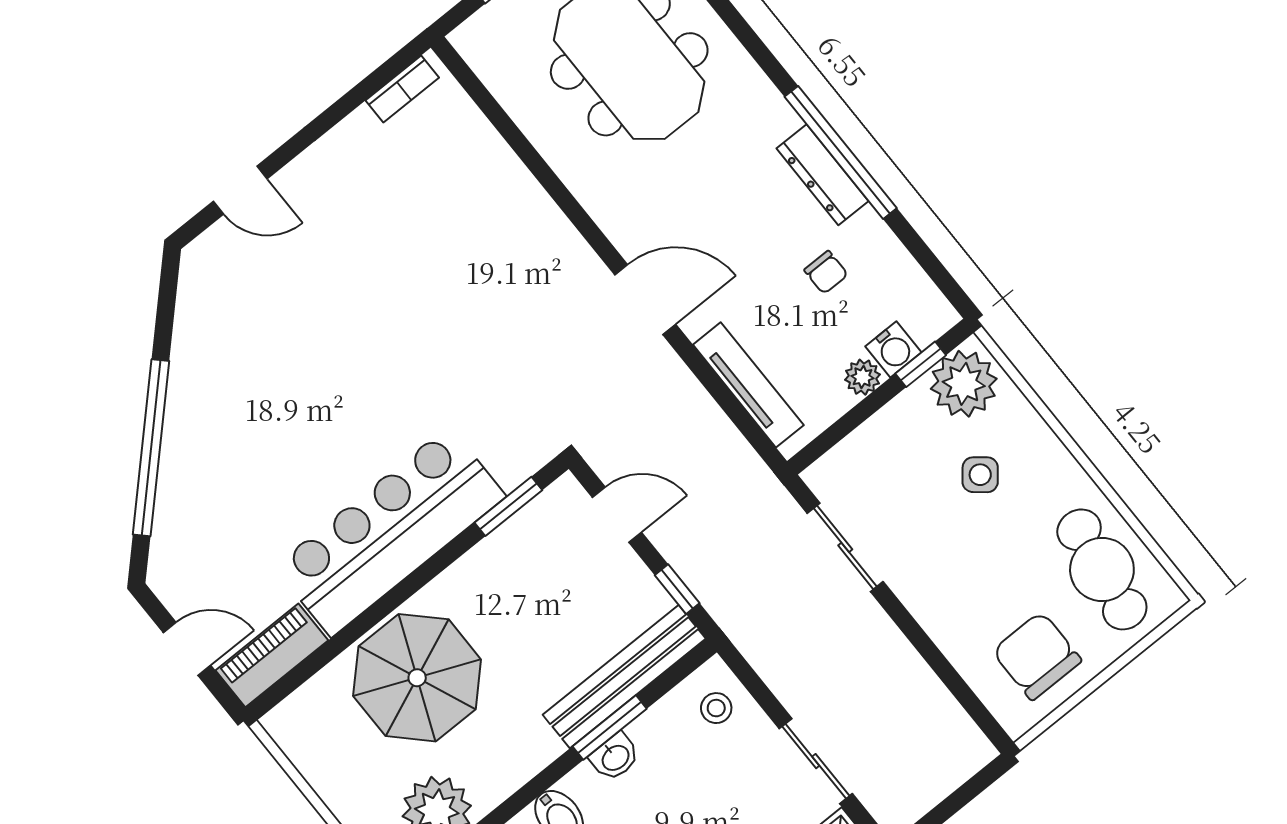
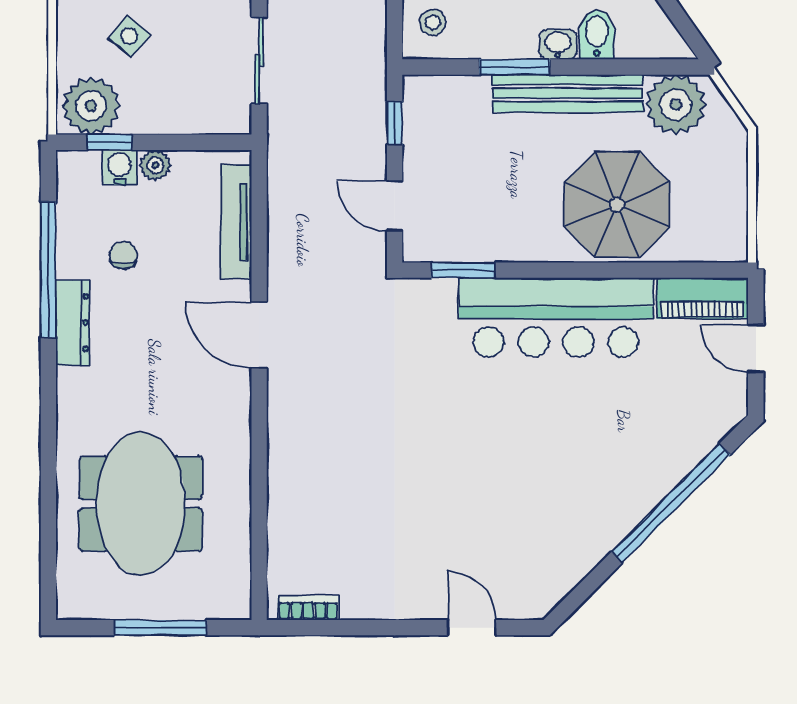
window: (841, 152) -> (48, 270), moved
bench: (624, 677) -> (568, 93), moved
washbasin: (615, 757) -> (558, 44), moved

